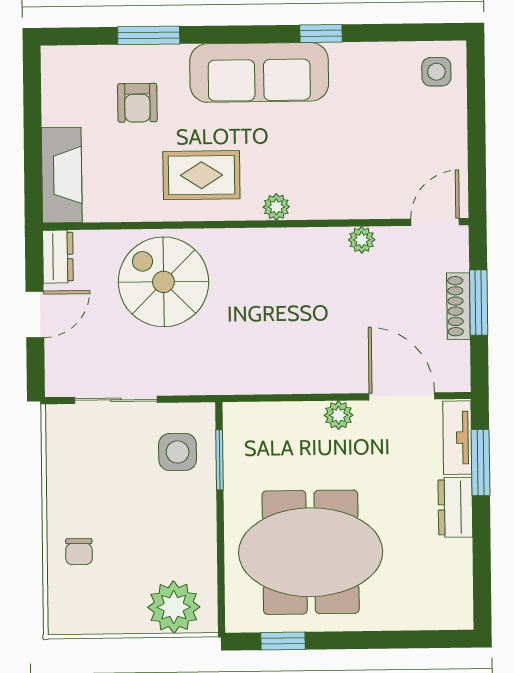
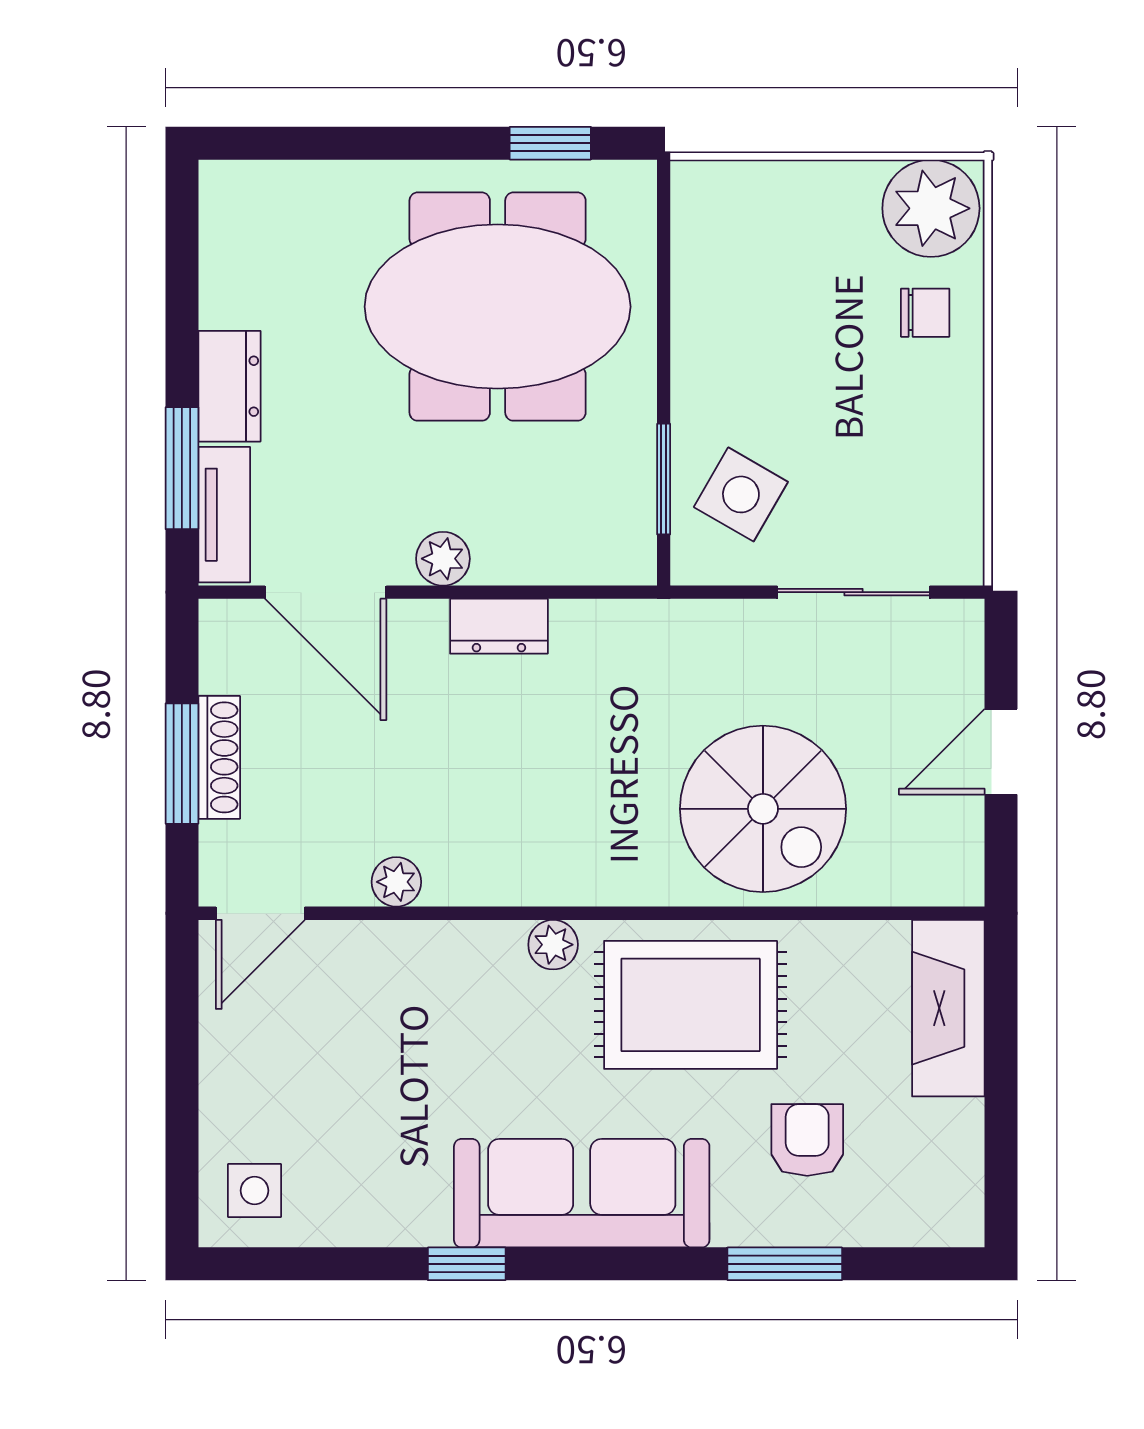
rug: (201, 175) -> (691, 1005), width x1.36, depth x1.43
dresser: (58, 257) -> (499, 626), moved, turned -90
side table: (178, 452) -> (741, 494), turned 30
chair: (79, 552) -> (925, 313), turned 90
plant: (174, 607) -> (931, 208), moved

